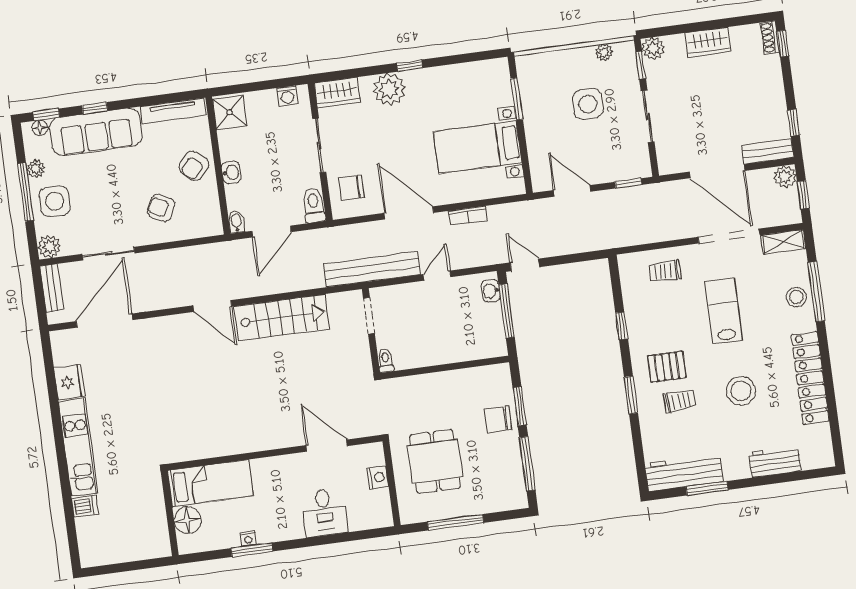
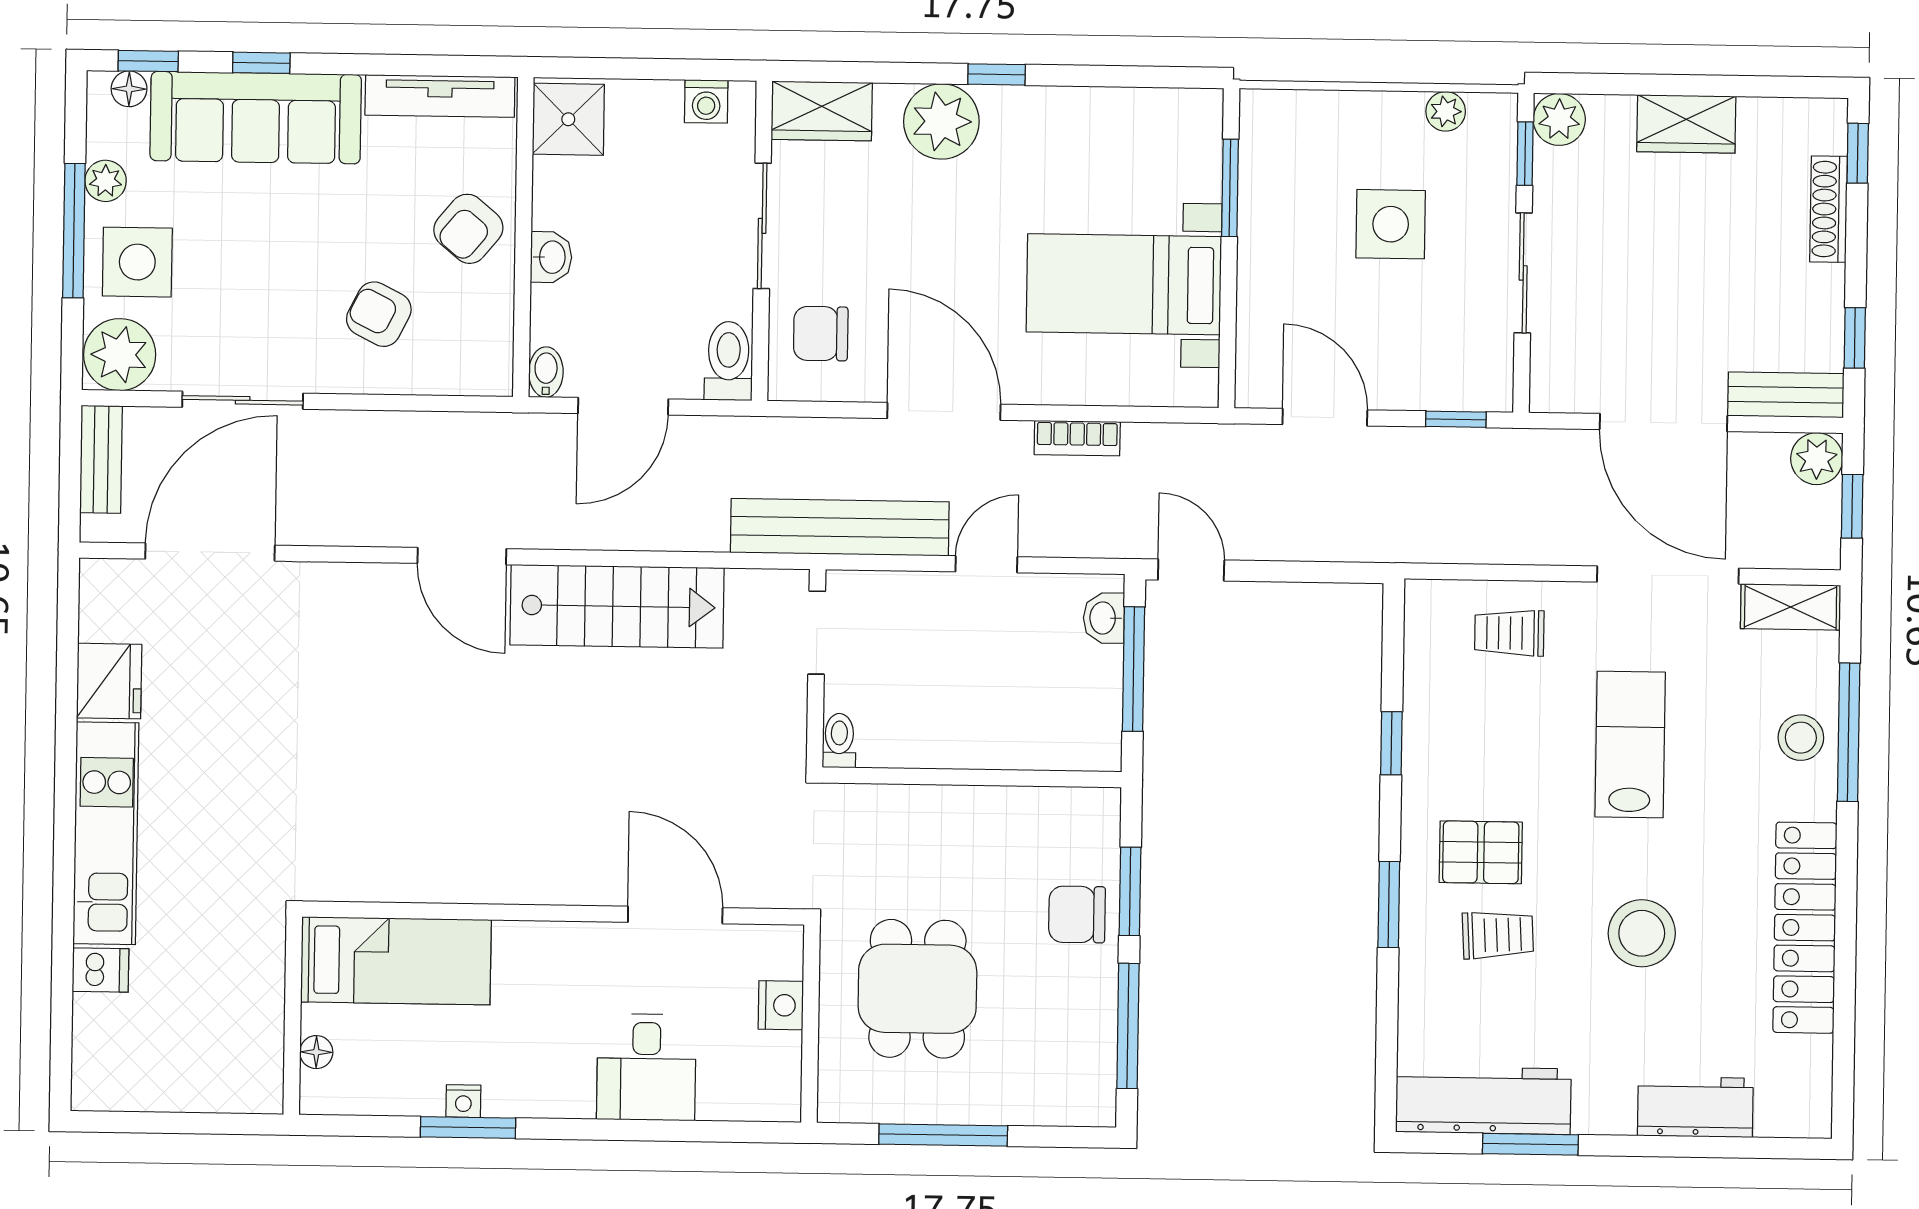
shoe rack: (770, 37) -> (1829, 209), moved, width x1.43
plant: (49, 247) -> (120, 355), width x1.36, depth x1.36
floor lamp: (188, 520) -> (316, 1052), width x0.53, depth x0.53

